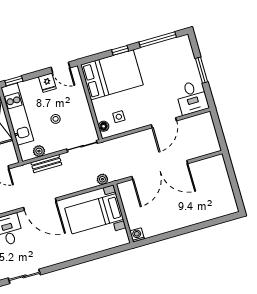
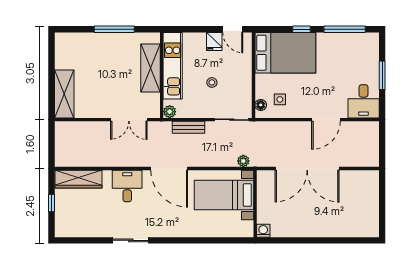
window: (14, 81) -> (179, 29), removed
plant: (39, 151) -> (170, 112), moved

